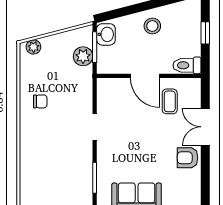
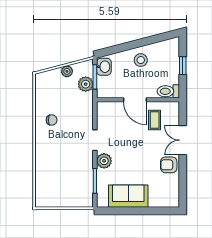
plant: (33, 47) -> (67, 71), moved
plant: (106, 153) -> (104, 161), added

